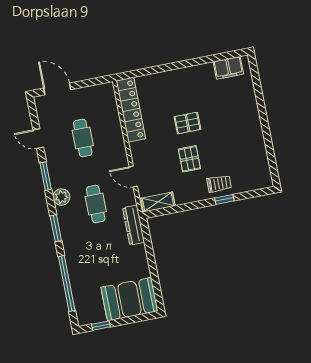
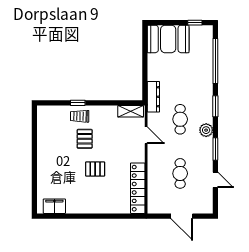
door: (57, 89) -> (182, 216), moved
pallet: (189, 159) -> (85, 139), moved

